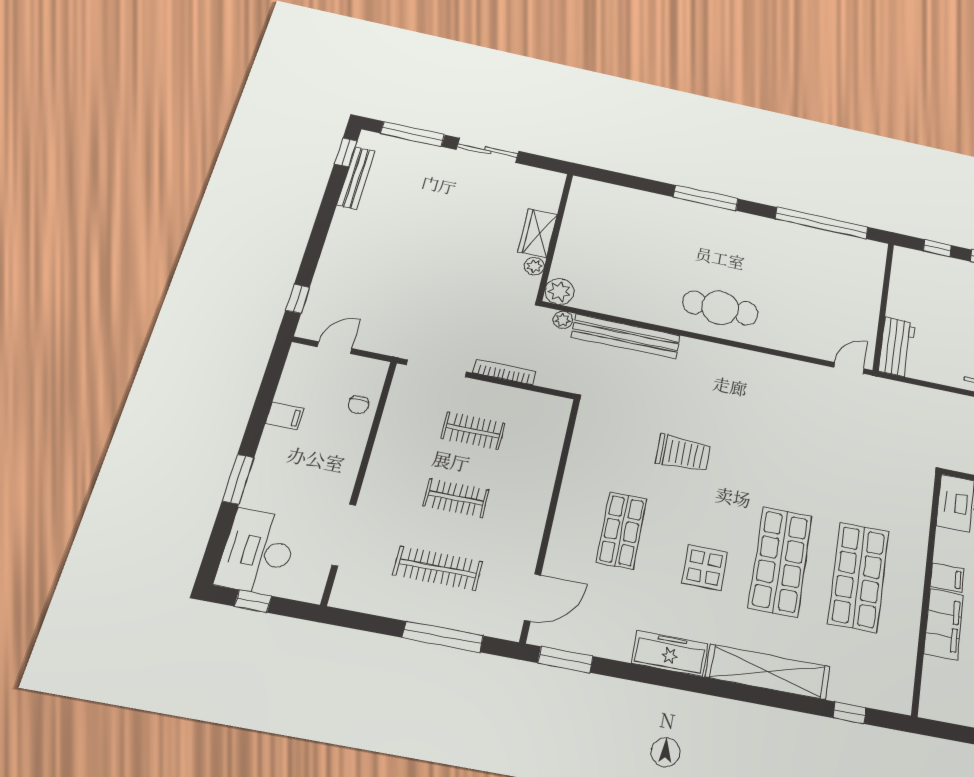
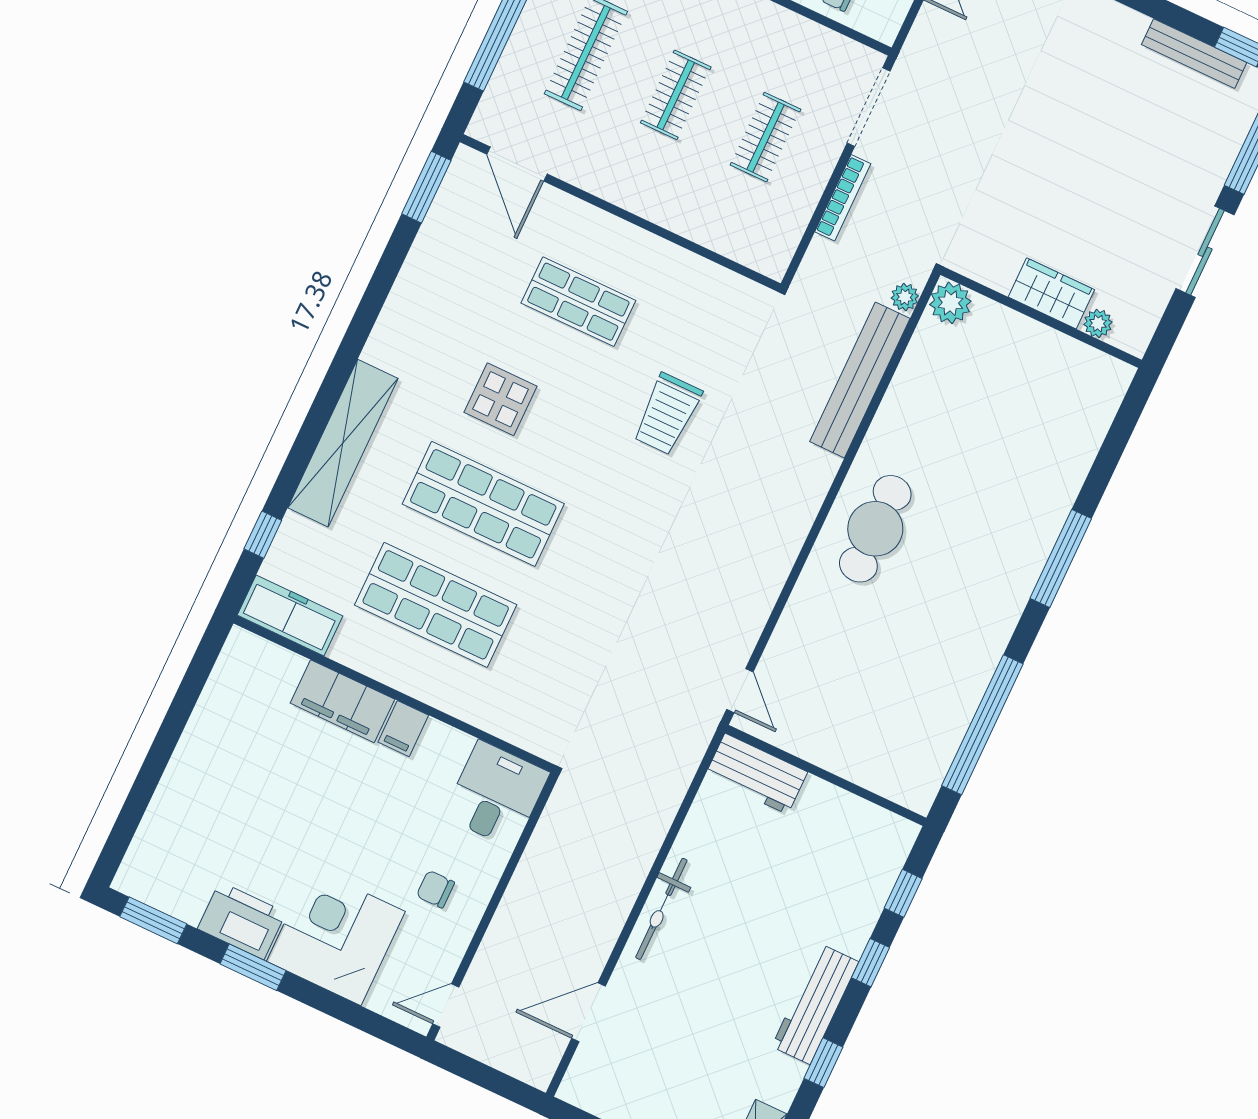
plant: (534, 266) -> (1098, 323), moved
freezer: (670, 653) -> (290, 616), moved, turned -90

